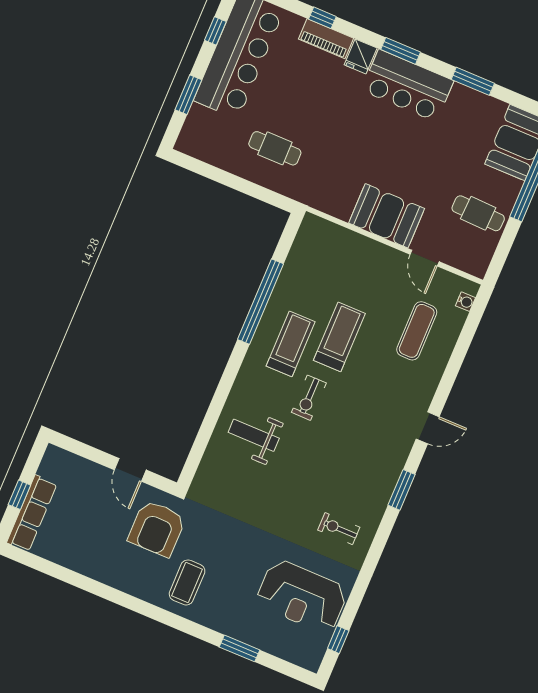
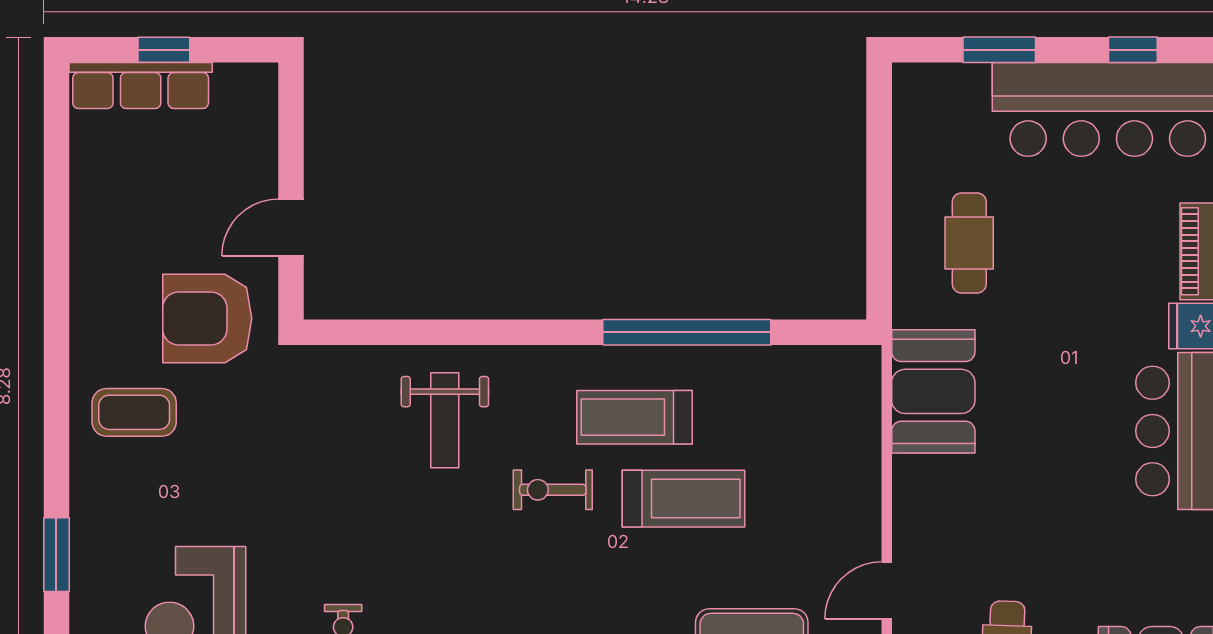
booth: (387, 216) -> (933, 391), moved
treadmill: (291, 344) -> (634, 417), turned 180
weight bench: (254, 435) -> (445, 420), turned 180

